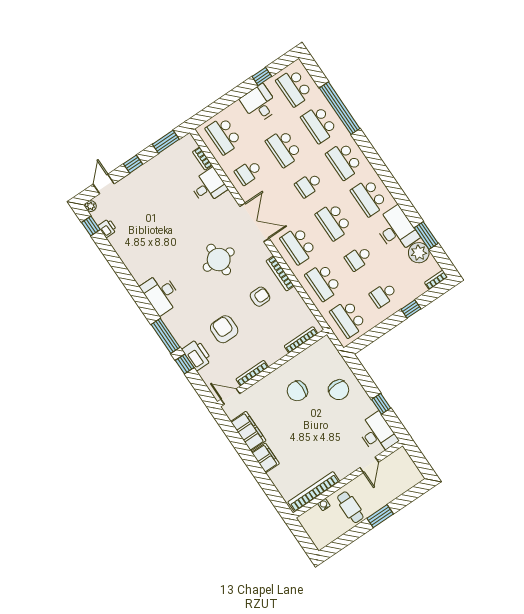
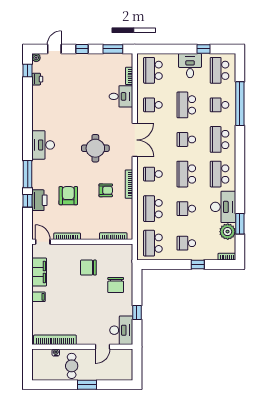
school desk: (319, 124) -> (220, 105), width x0.54
school desk: (298, 245) -> (153, 174), width x0.54
filing cabinet: (265, 458) -> (38, 297), width x0.50

